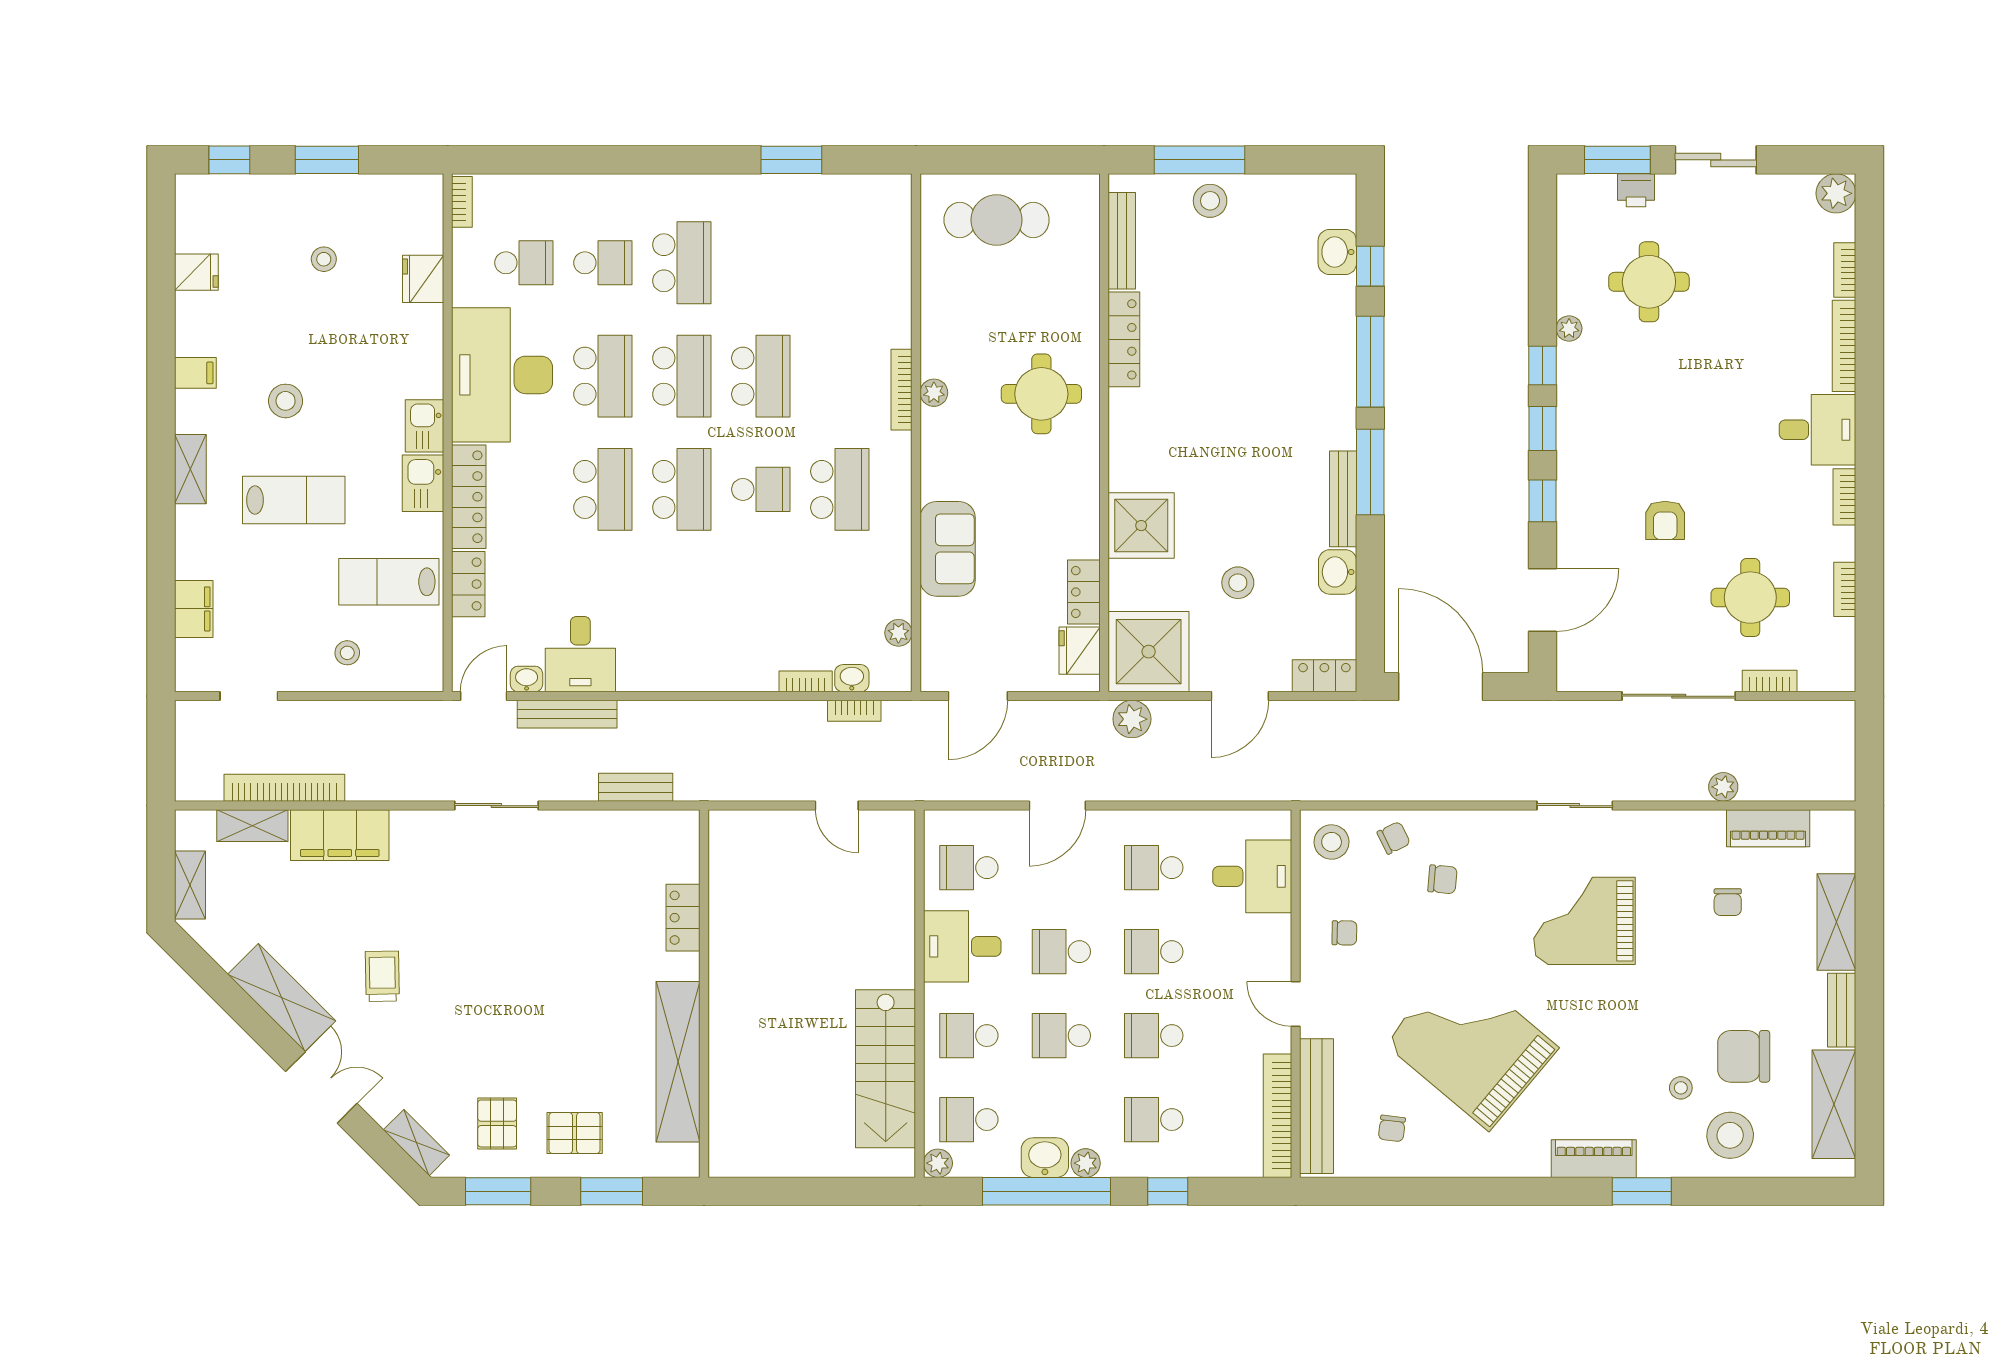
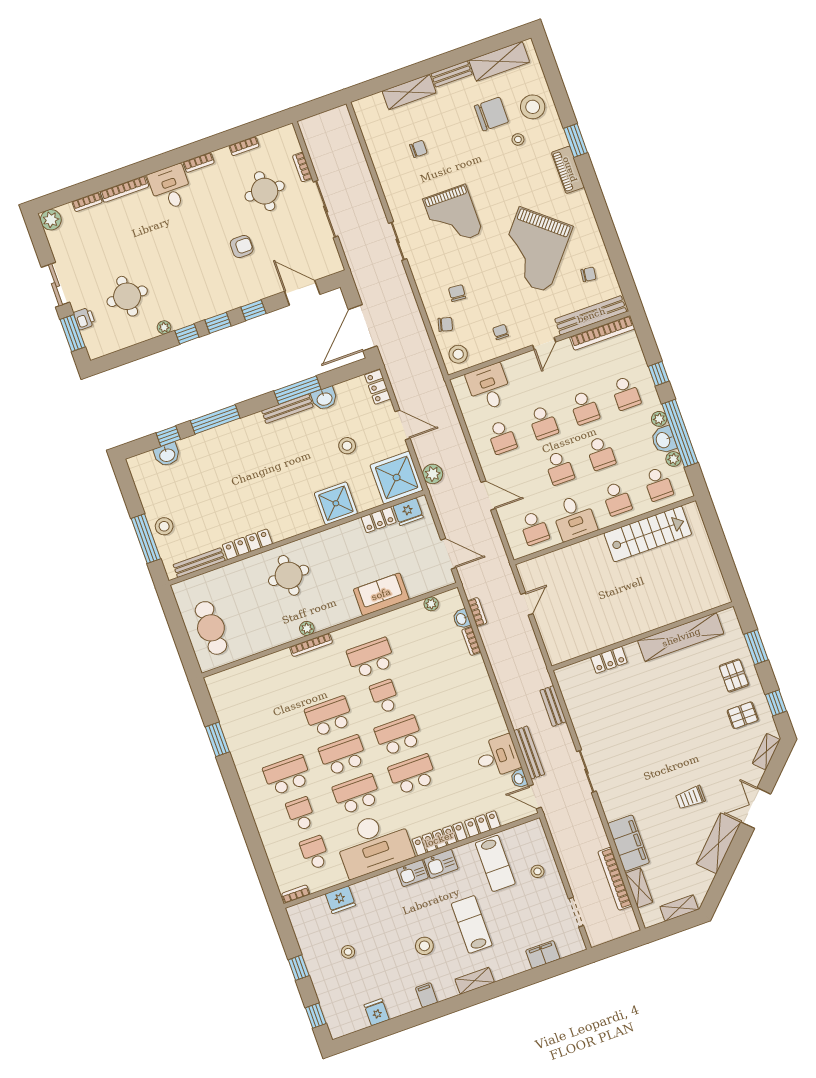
window: (327, 160) -> (299, 968), width x0.67
window: (1370, 472) -> (297, 390), moved
plant: (1723, 787) -> (362, 171), removed
piano: (1768, 828) -> (375, 142), removed
chair: (1394, 838) -> (445, 324), turned 131
chair: (1744, 1056) -> (491, 114), turned -90
plant: (938, 1163) -> (673, 459), moved
window: (498, 1191) -> (776, 703), width x0.67

